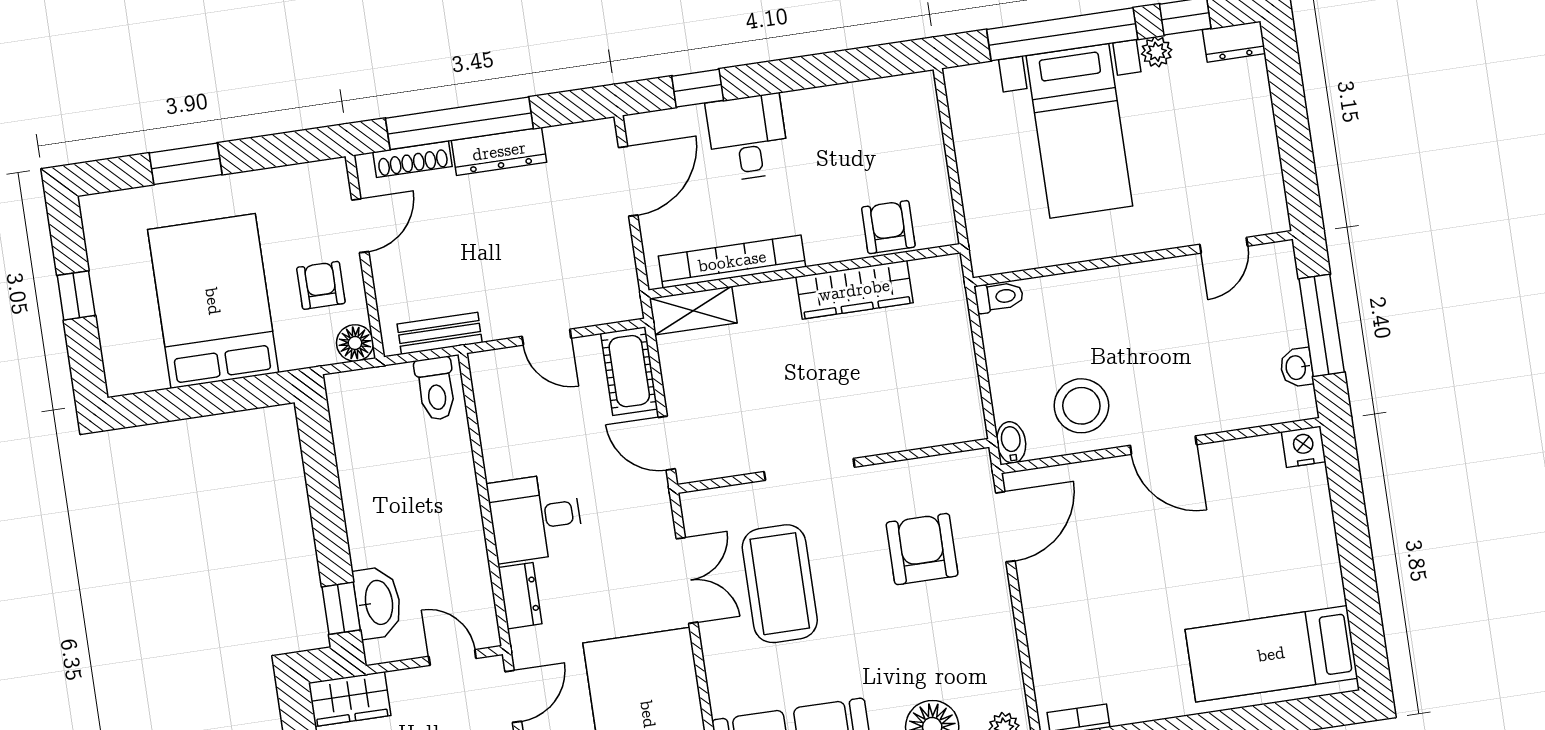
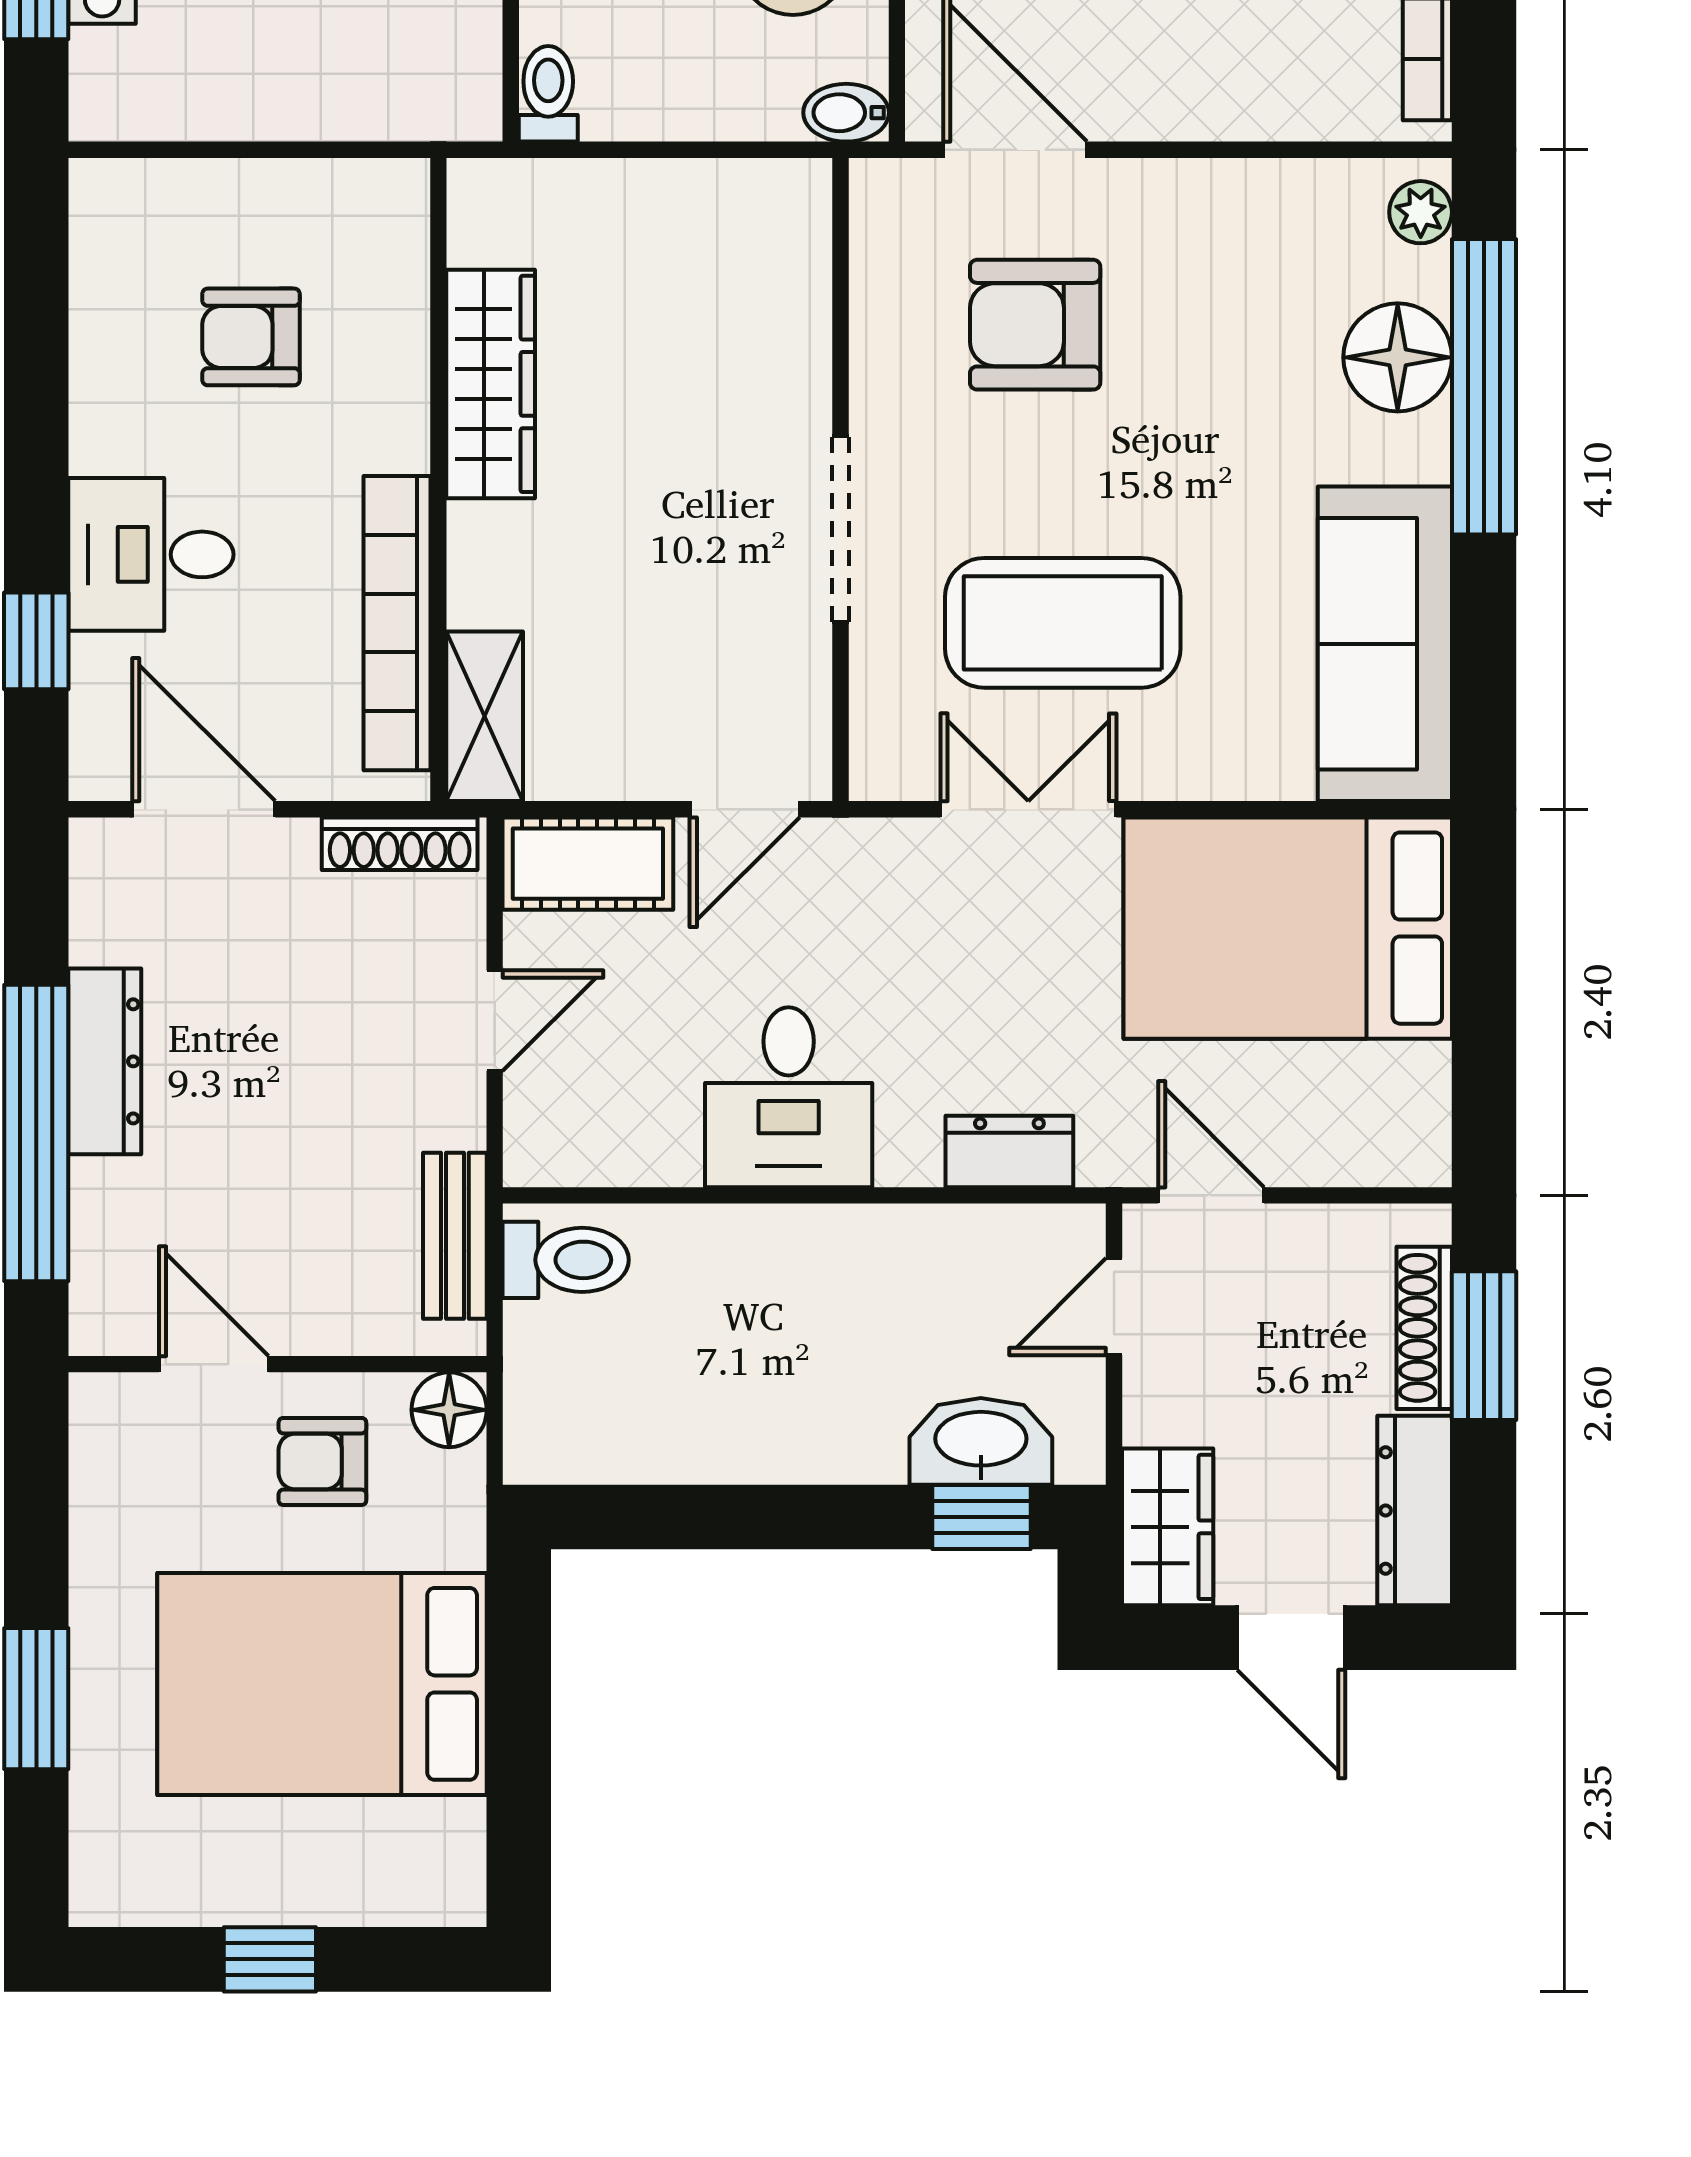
shoe rack: (412, 159) -> (400, 844), moved, turned 90
armchair: (888, 227) -> (251, 337), moved
desk: (535, 517) -> (789, 1097), moved

